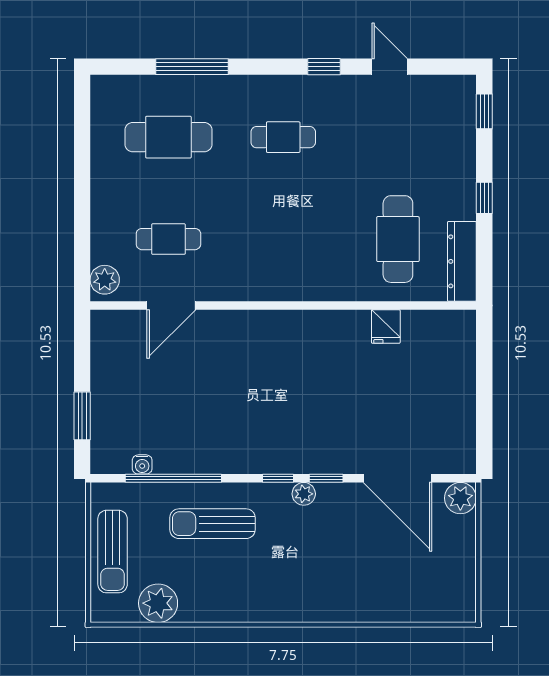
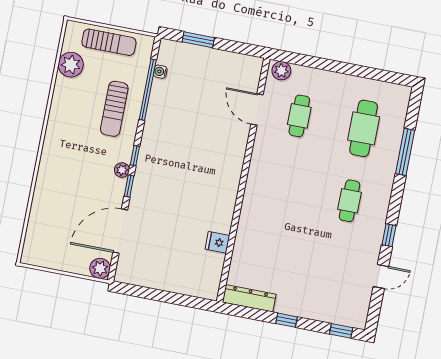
cafe table: (398, 239) -> (271, 261), removed
sun lounger: (213, 524) -> (114, 109), turned 180
sun lounger: (113, 552) -> (109, 42), turned 180

